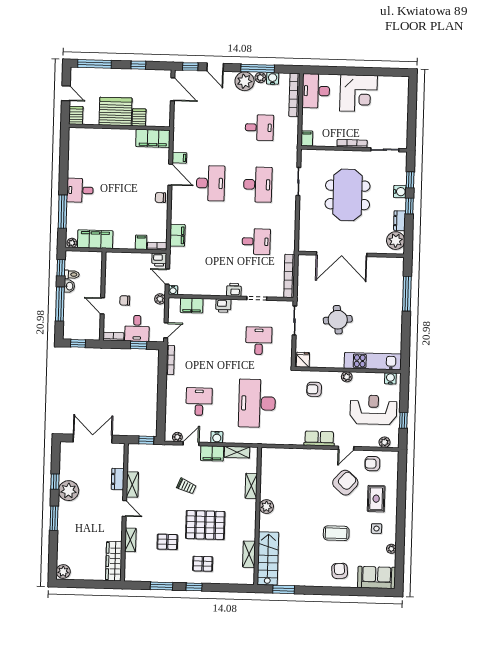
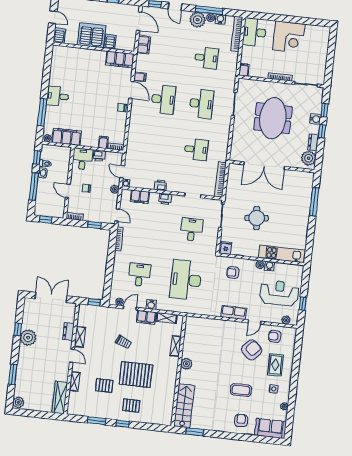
filing cabinet: (177, 235) -> (144, 45), moved
printer: (159, 260) -> (99, 156), moved
printer: (234, 290) -> (161, 185), moved
desk: (137, 328) -> (82, 159), moved, turned 180
door: (166, 330) -> (117, 215), hinge flipped
water cooler: (390, 378) -> (269, 266), moved
window: (54, 518) -> (13, 374), moved
shelving: (249, 554) -> (169, 401), removed

